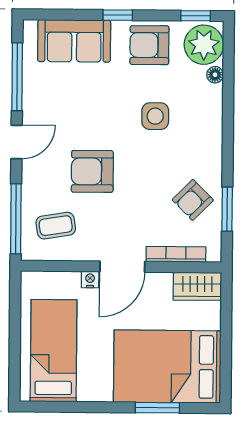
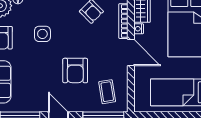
nightstand: (90, 280) -> (139, 29), moved

